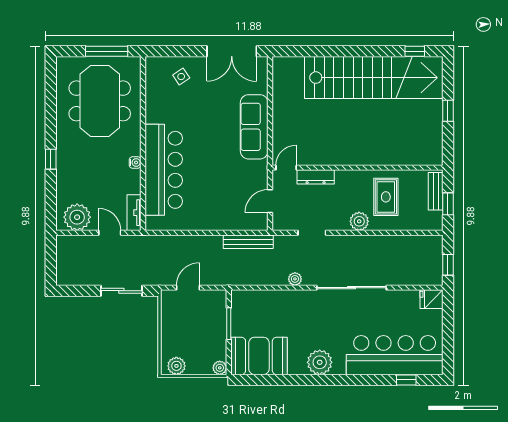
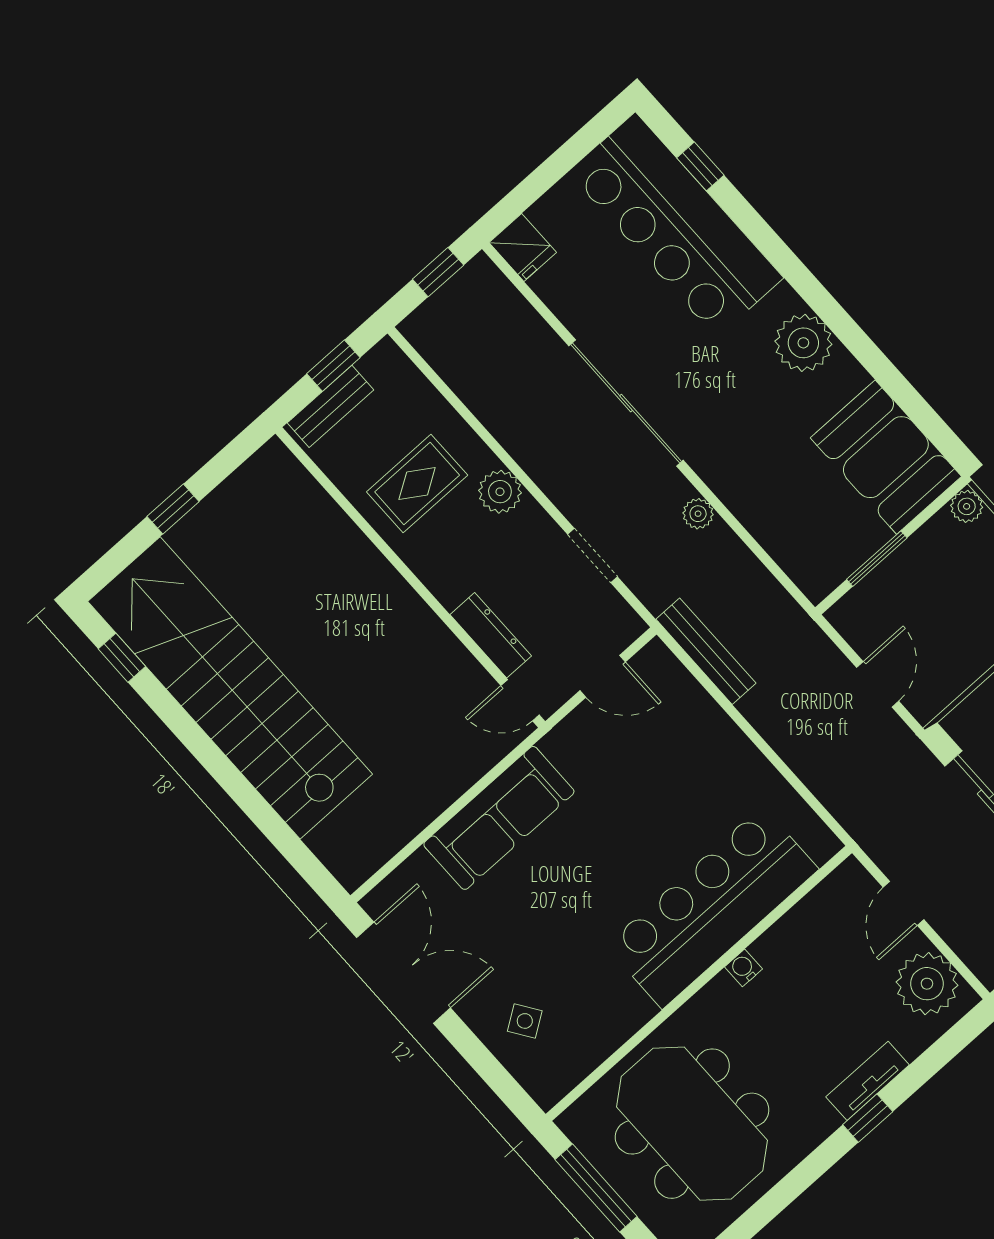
meeting table: (100, 101) -> (692, 1124), turned 90
tv unit: (134, 213) -> (868, 1081), moved, turned 180
door: (188, 288) -> (878, 684), swing flipped

